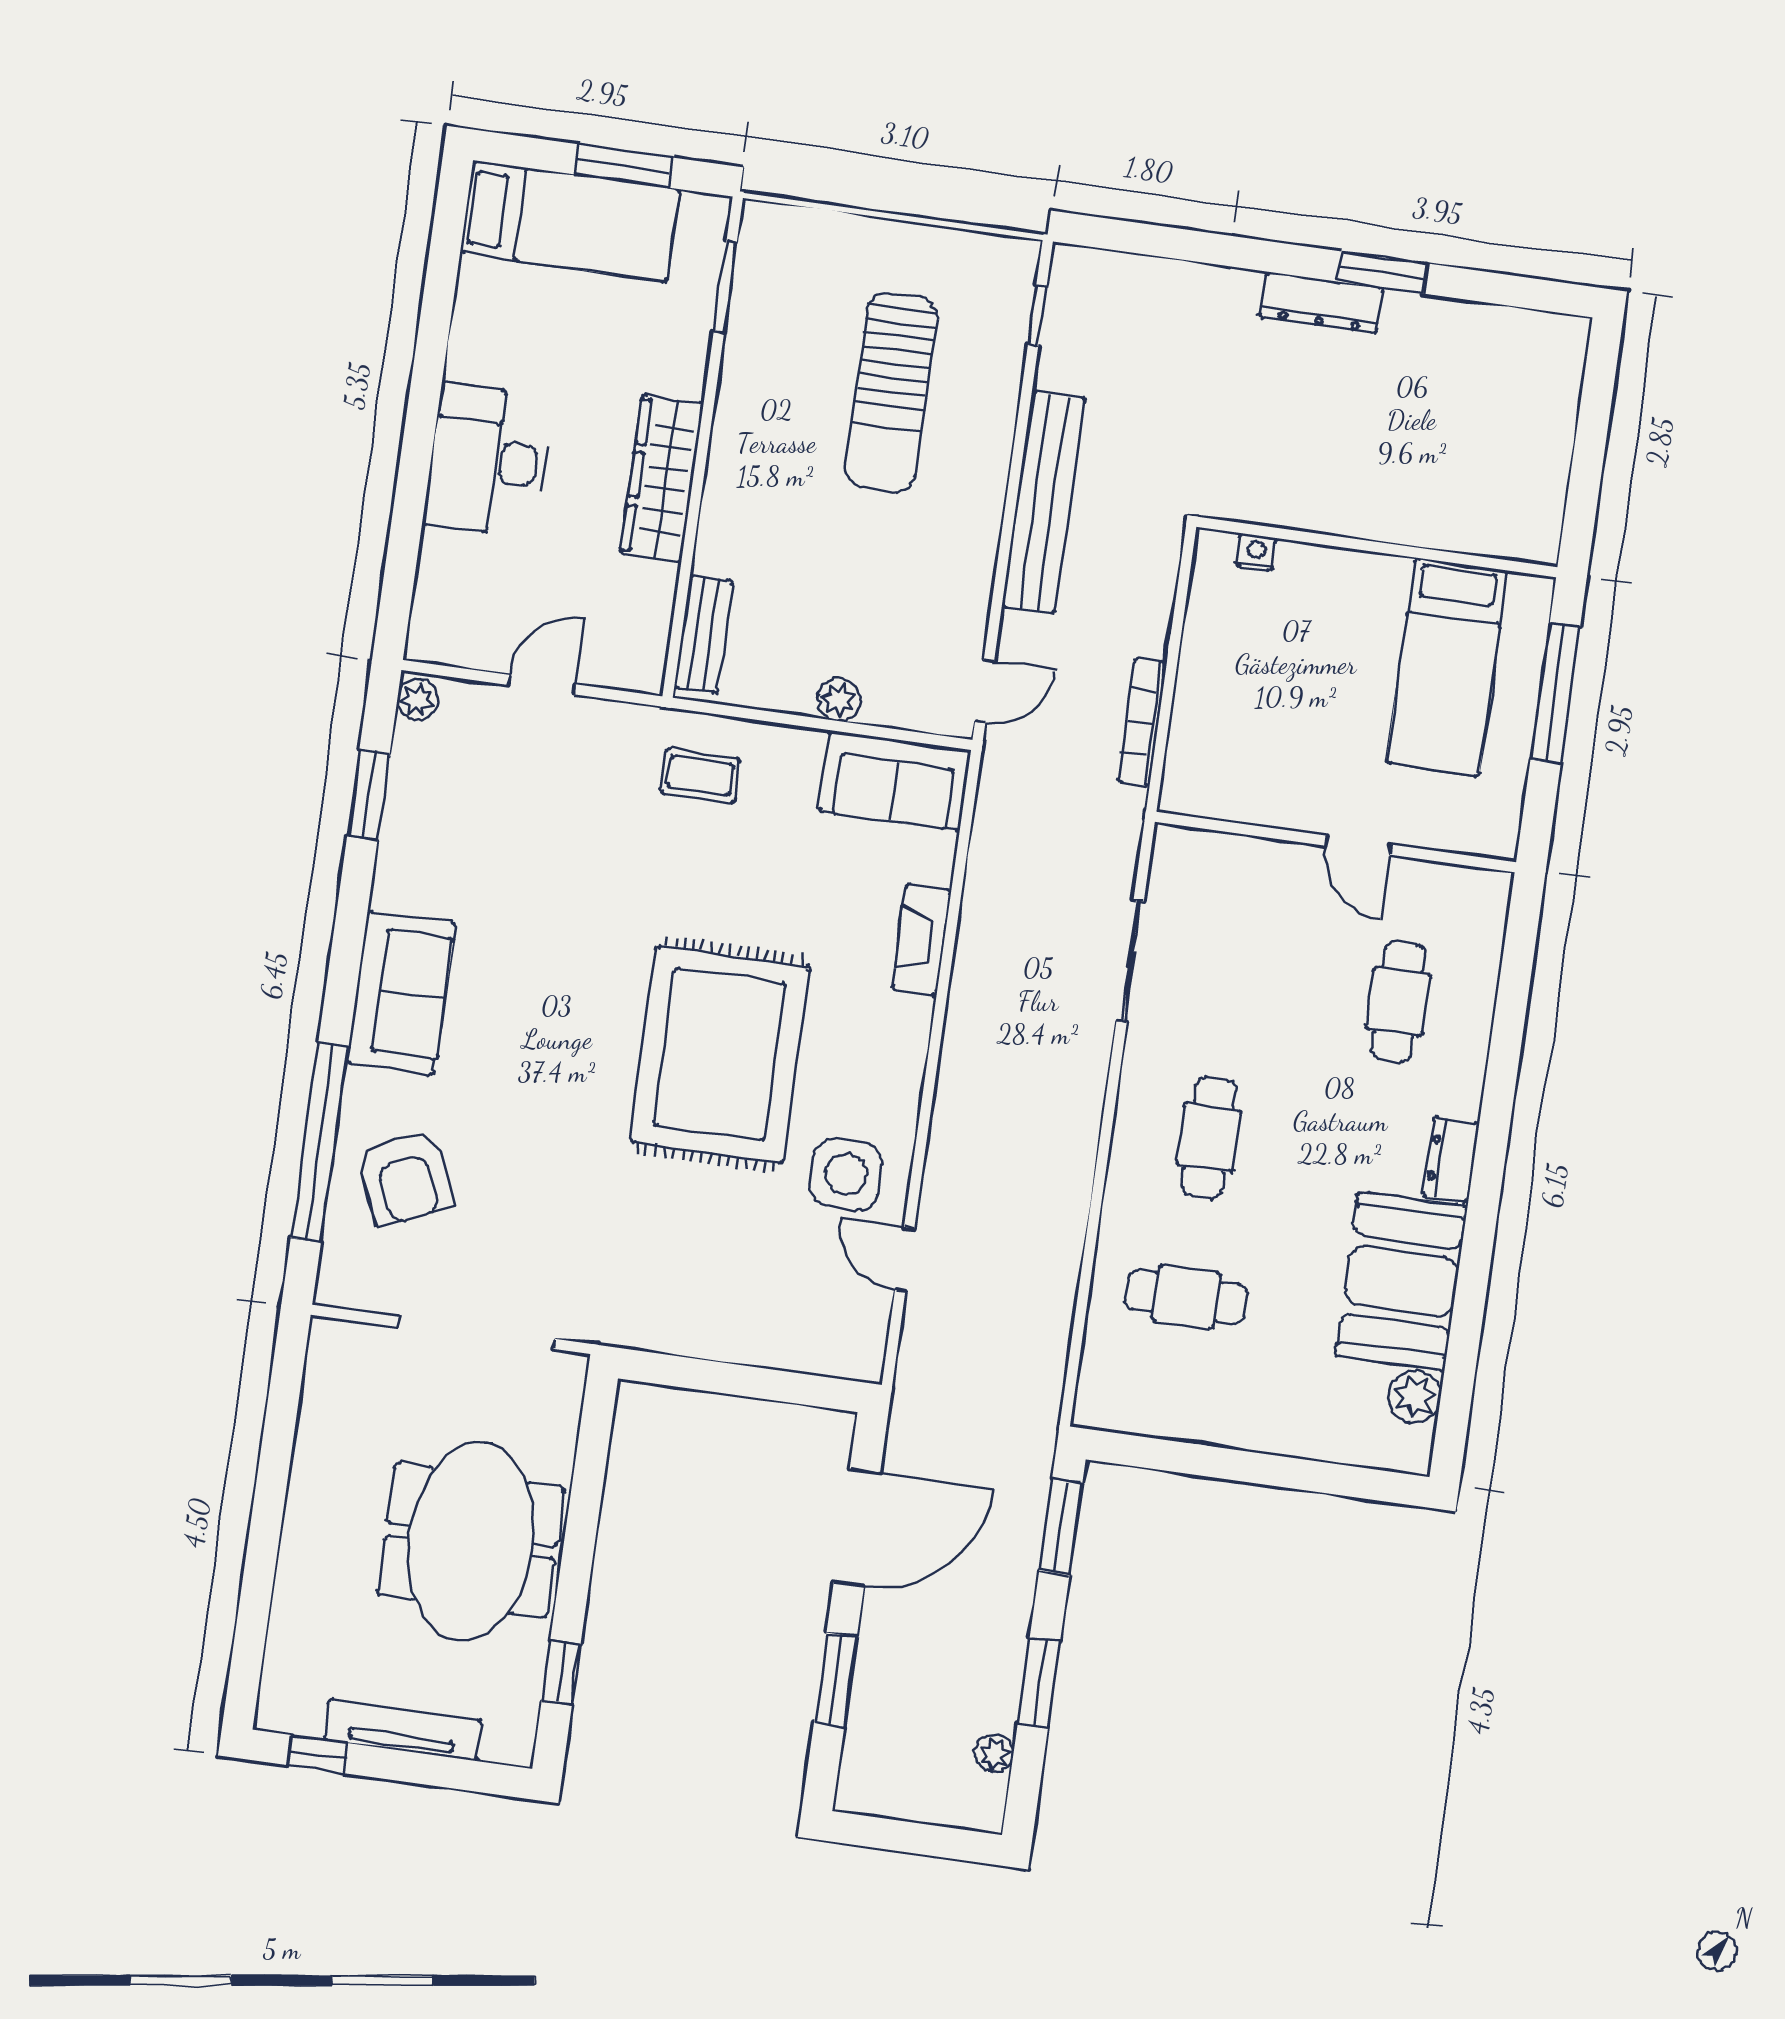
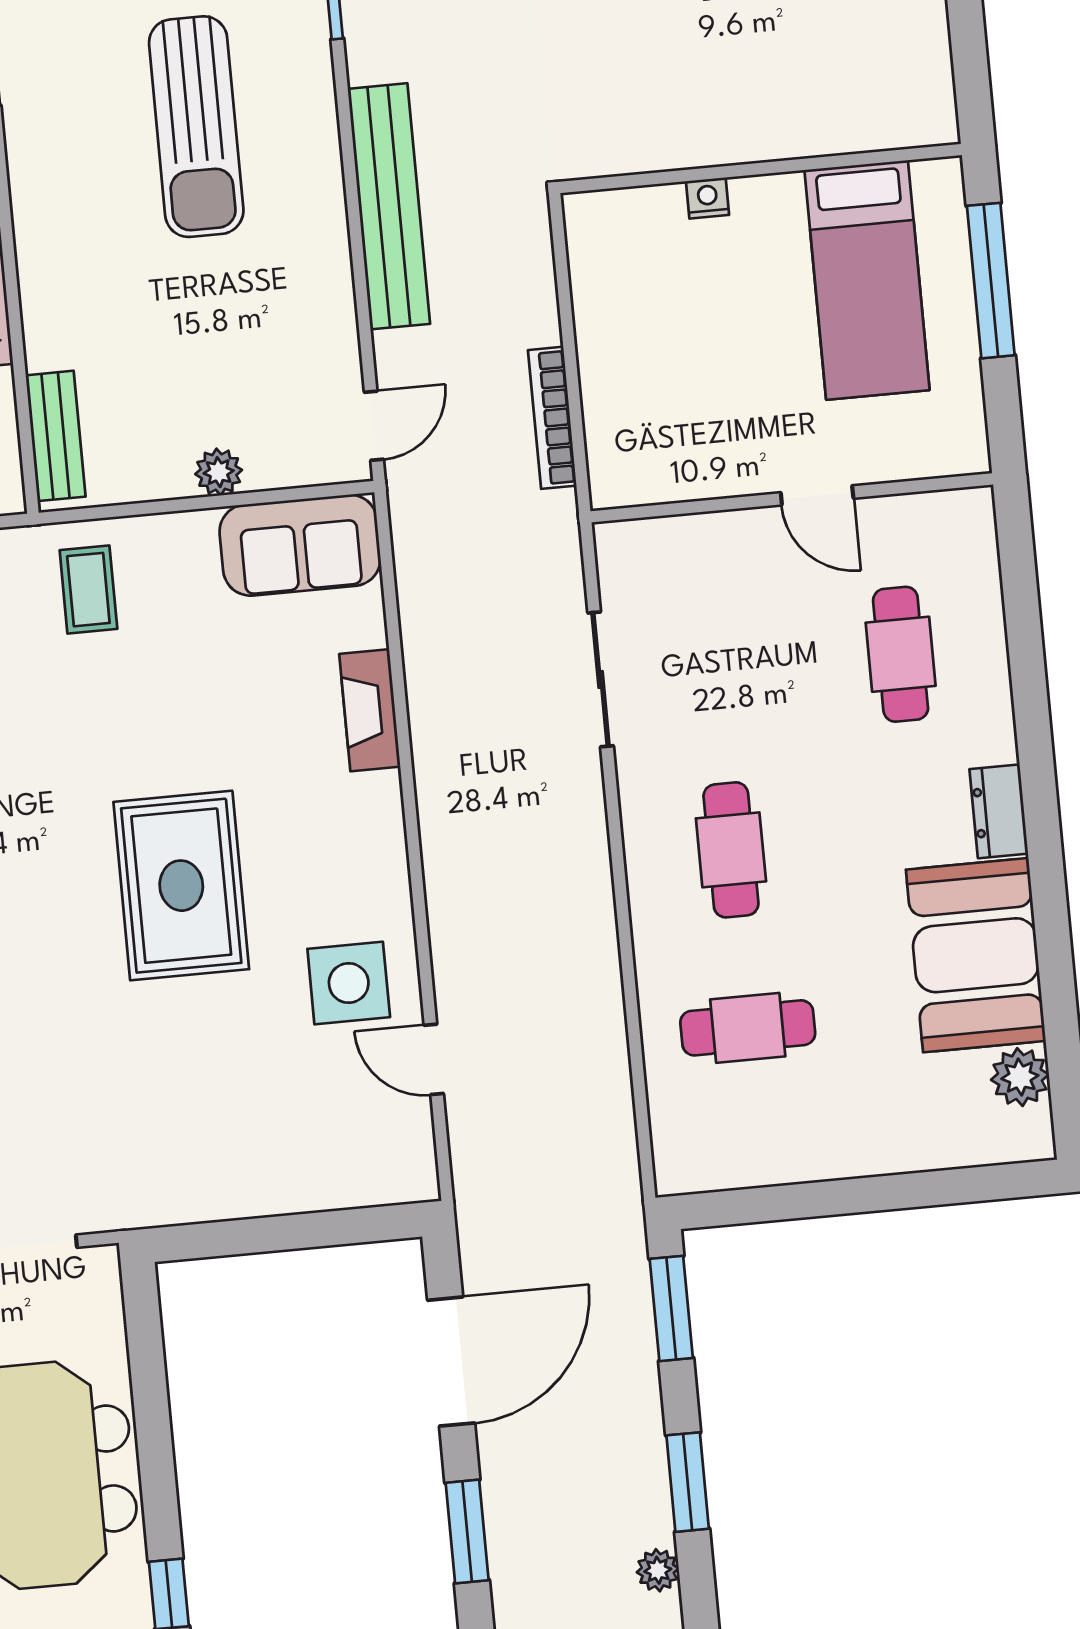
nightstand: (1256, 552) -> (708, 198), moved
coffee table: (700, 776) -> (88, 590), turned 90
rug: (720, 1054) -> (181, 886), width x0.73, depth x0.69

